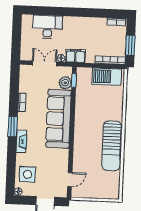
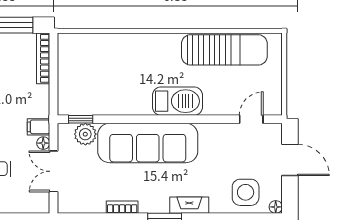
filing cabinet: (75, 56) -> (39, 127), width x0.50
barbecue: (107, 77) -> (177, 101), moved, turned -90
sun lounger: (112, 146) -> (224, 50), moved
door: (70, 180) -> (251, 119), hinge flipped

